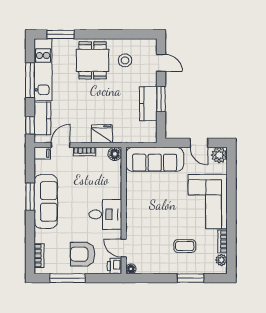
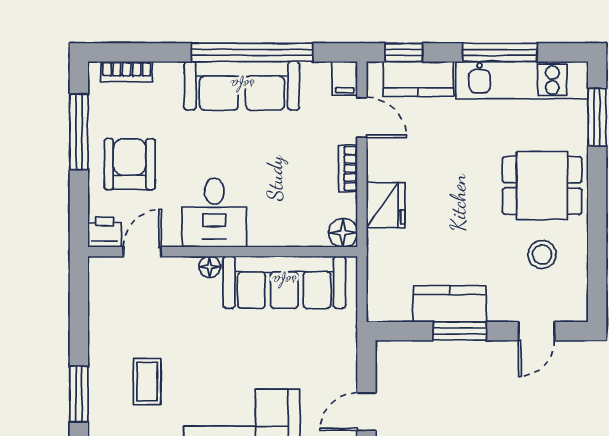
sofa: (155, 159) -> (284, 282), moved, turned -90
window: (30, 197) -> (252, 52), width x2.11
floor lamp: (131, 269) -> (210, 267), moved

